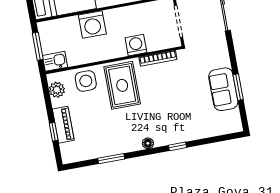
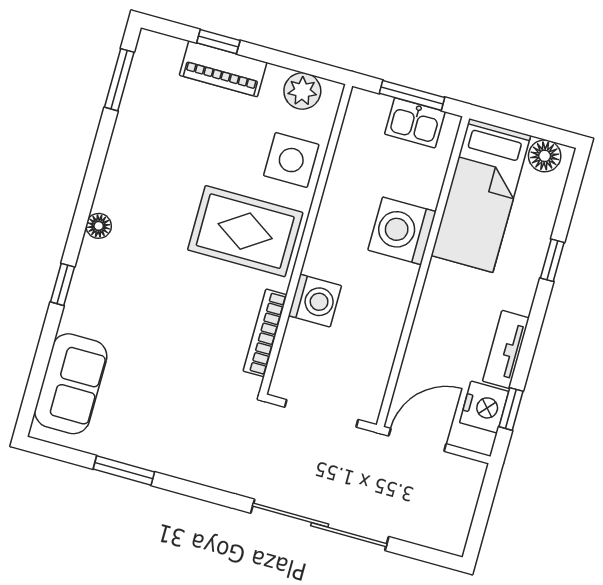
kitchen sink: (55, 61) -> (415, 123), moved, turned 90
sofa: (223, 89) -> (71, 384), moved, turned 90
window: (111, 159) -> (119, 80), moved

